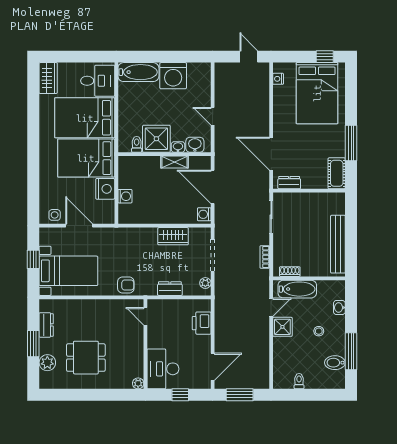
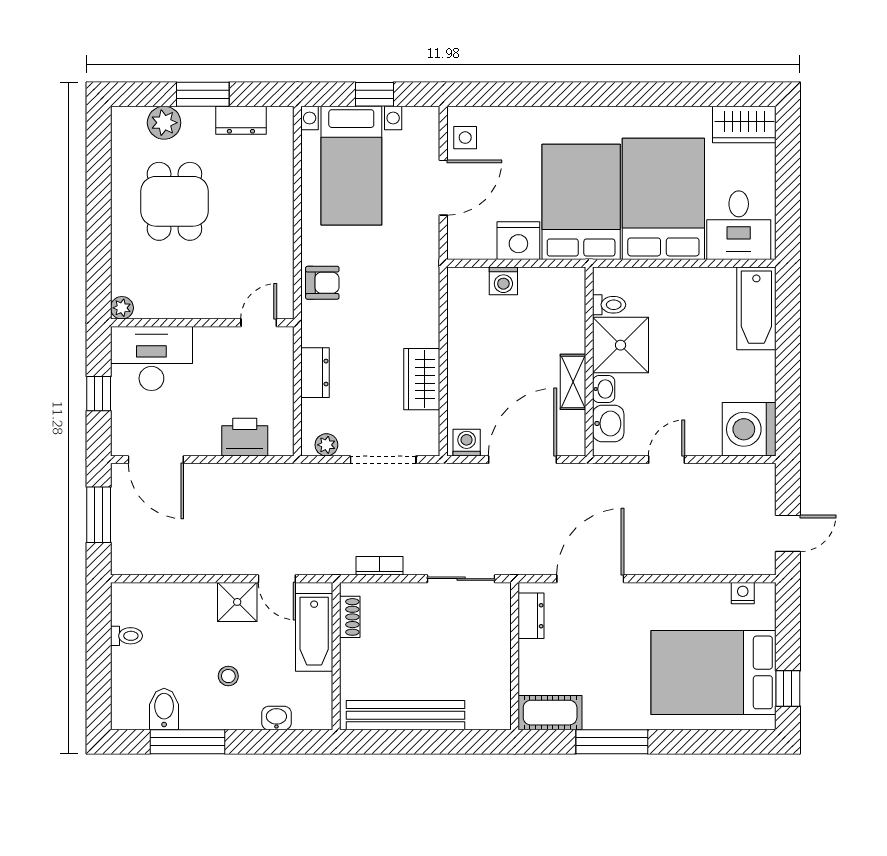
washing machine: (173, 76) -> (749, 429), moved
armchair: (126, 285) -> (322, 283), turned -90

